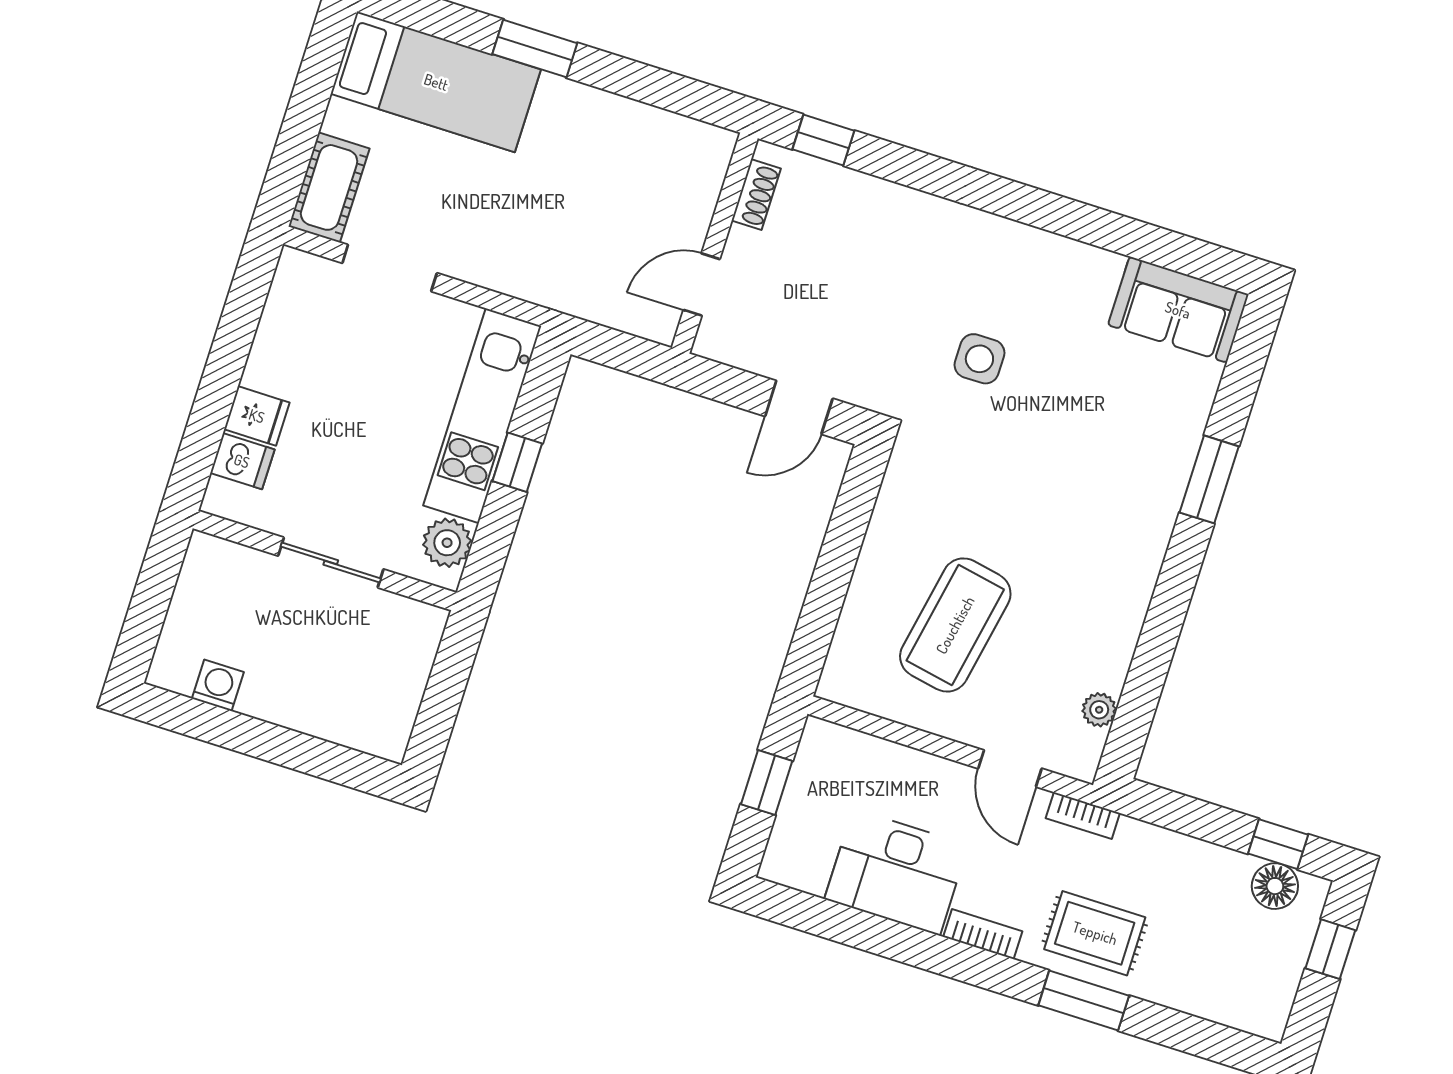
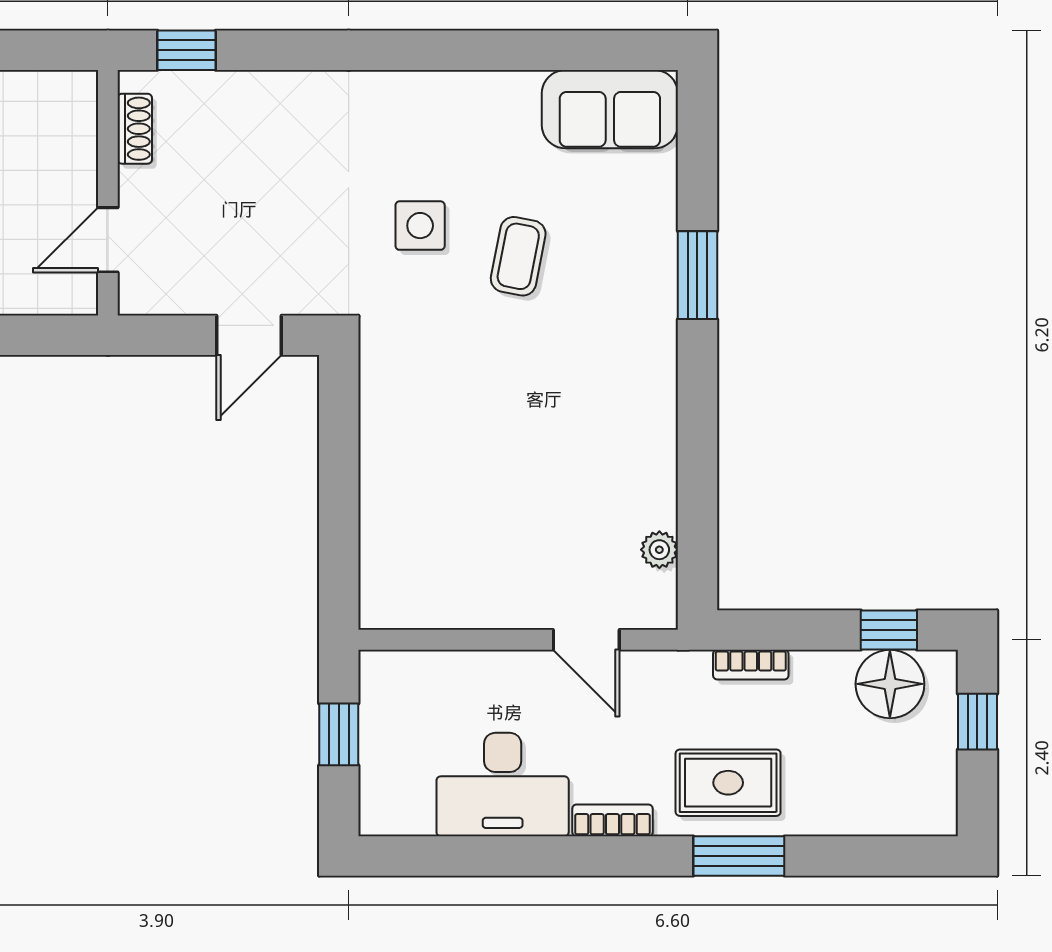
coffee table: (955, 625) -> (518, 256), moved, width x0.54, depth x0.58
bookcase: (1083, 816) -> (751, 665), moved
floor lamp: (1275, 886) -> (890, 684), width x1.38, depth x1.38

